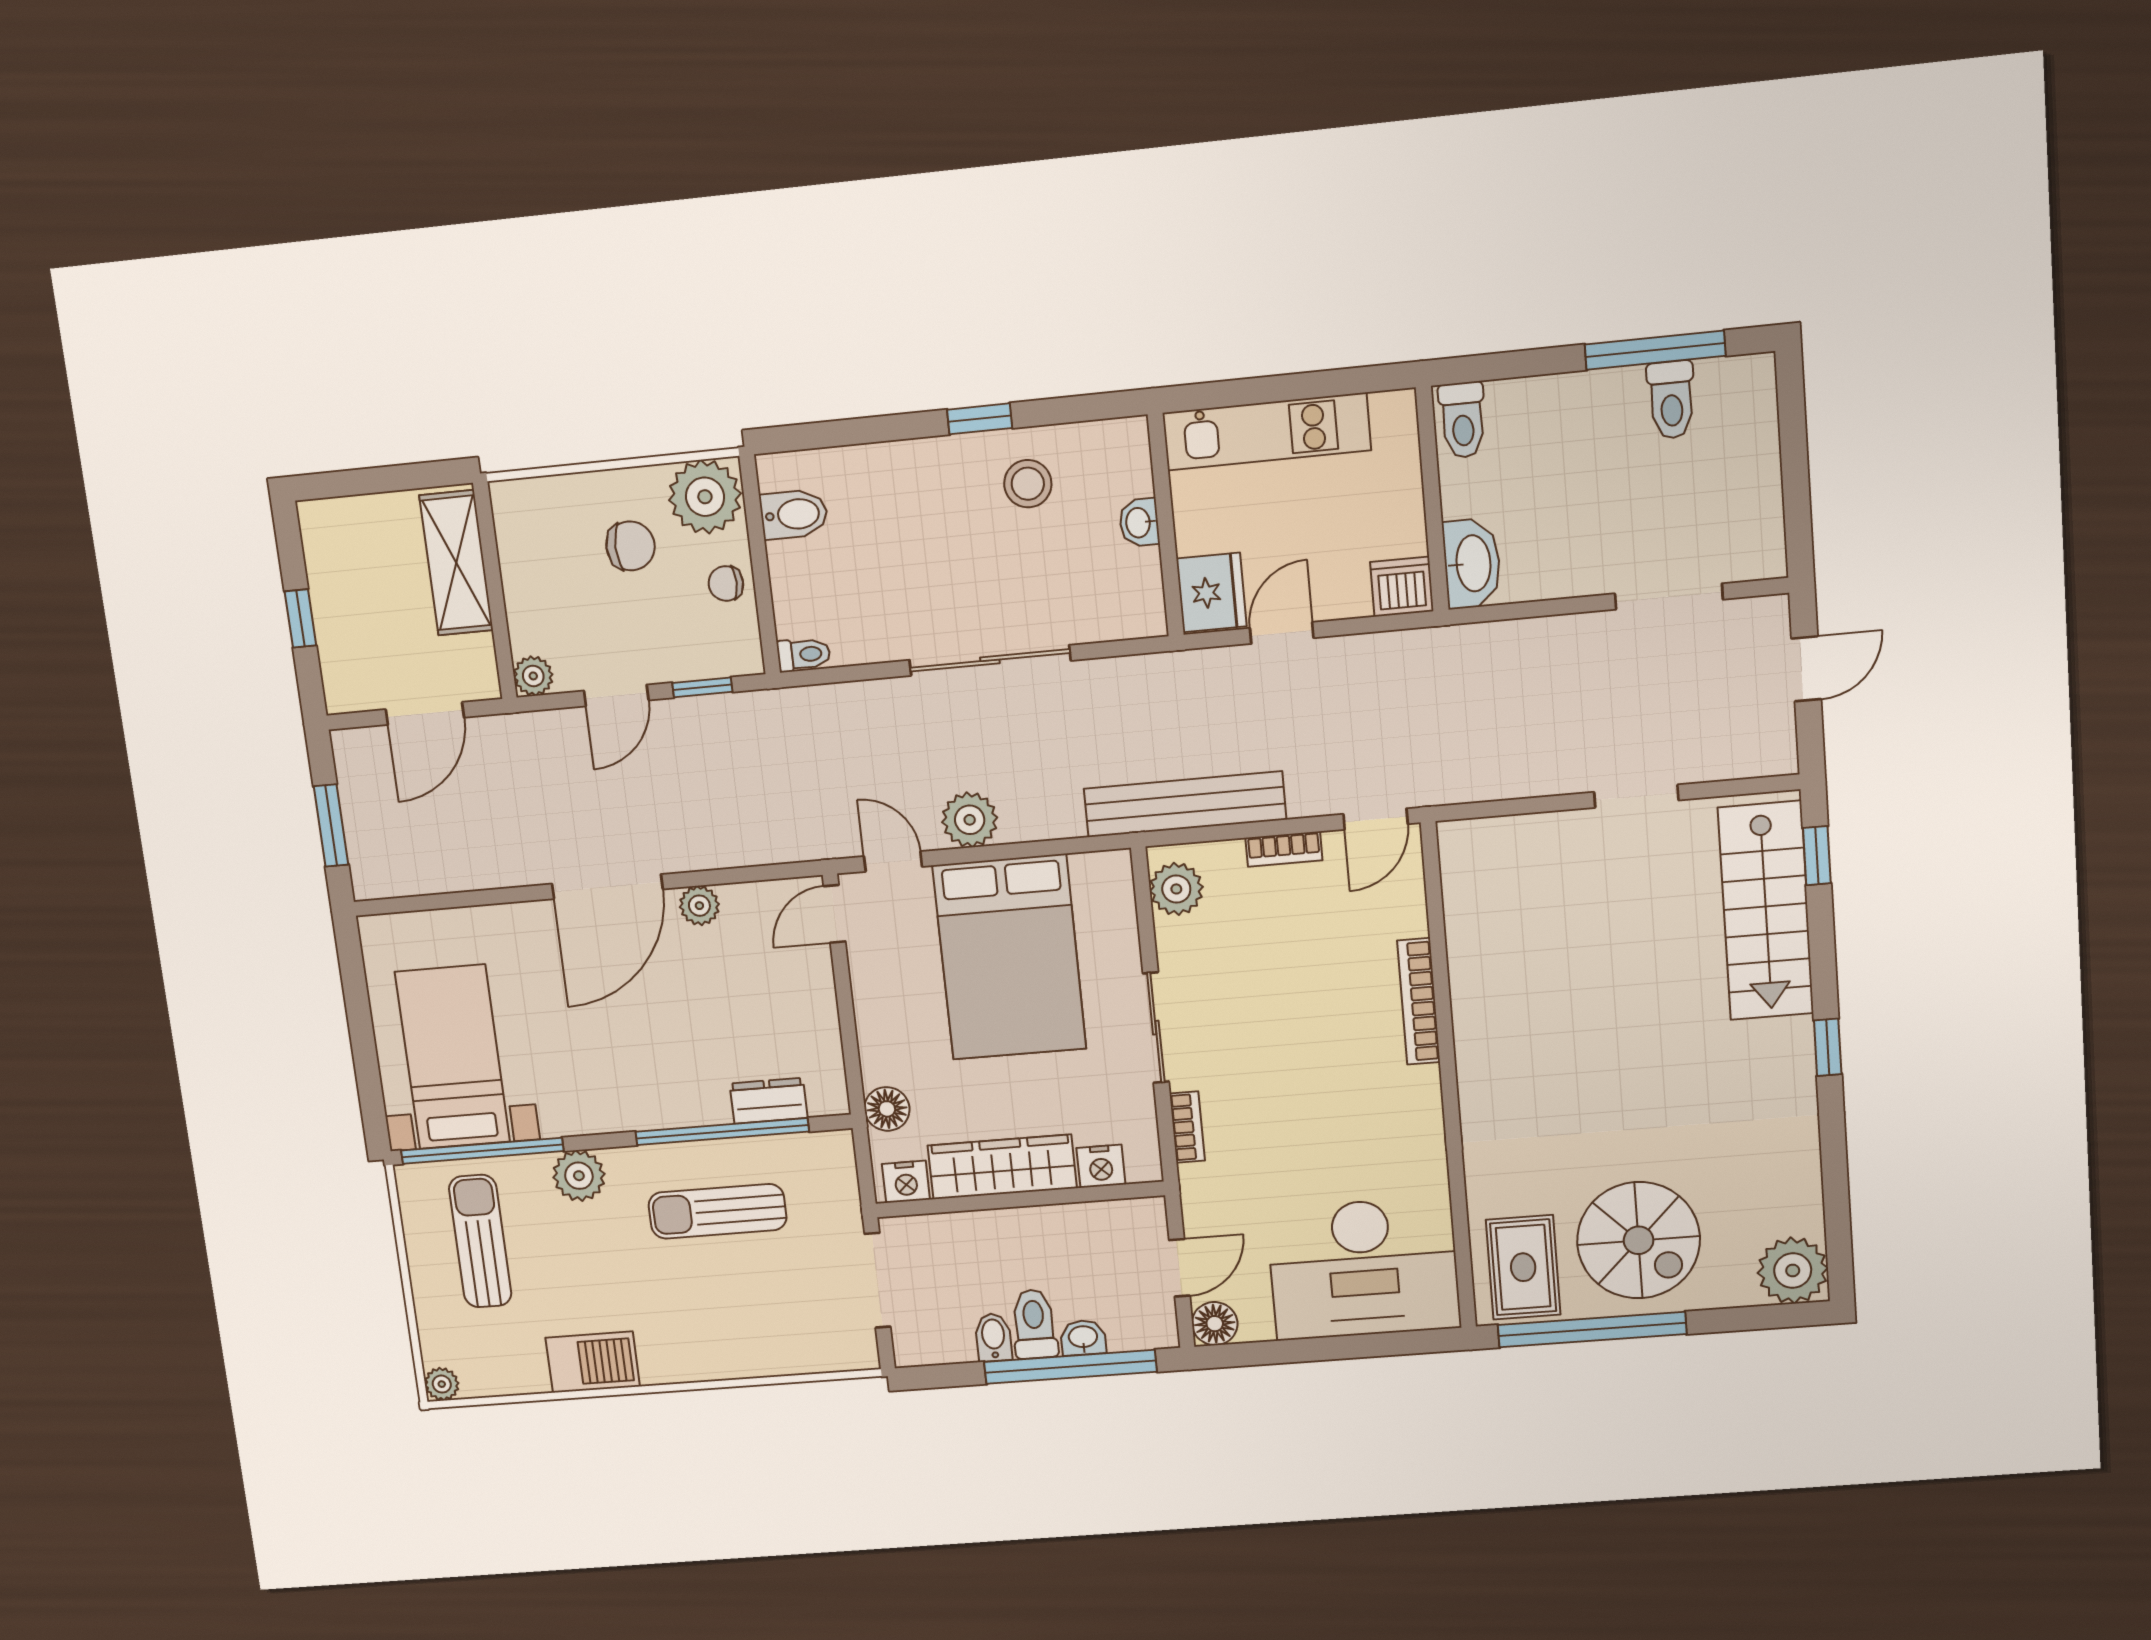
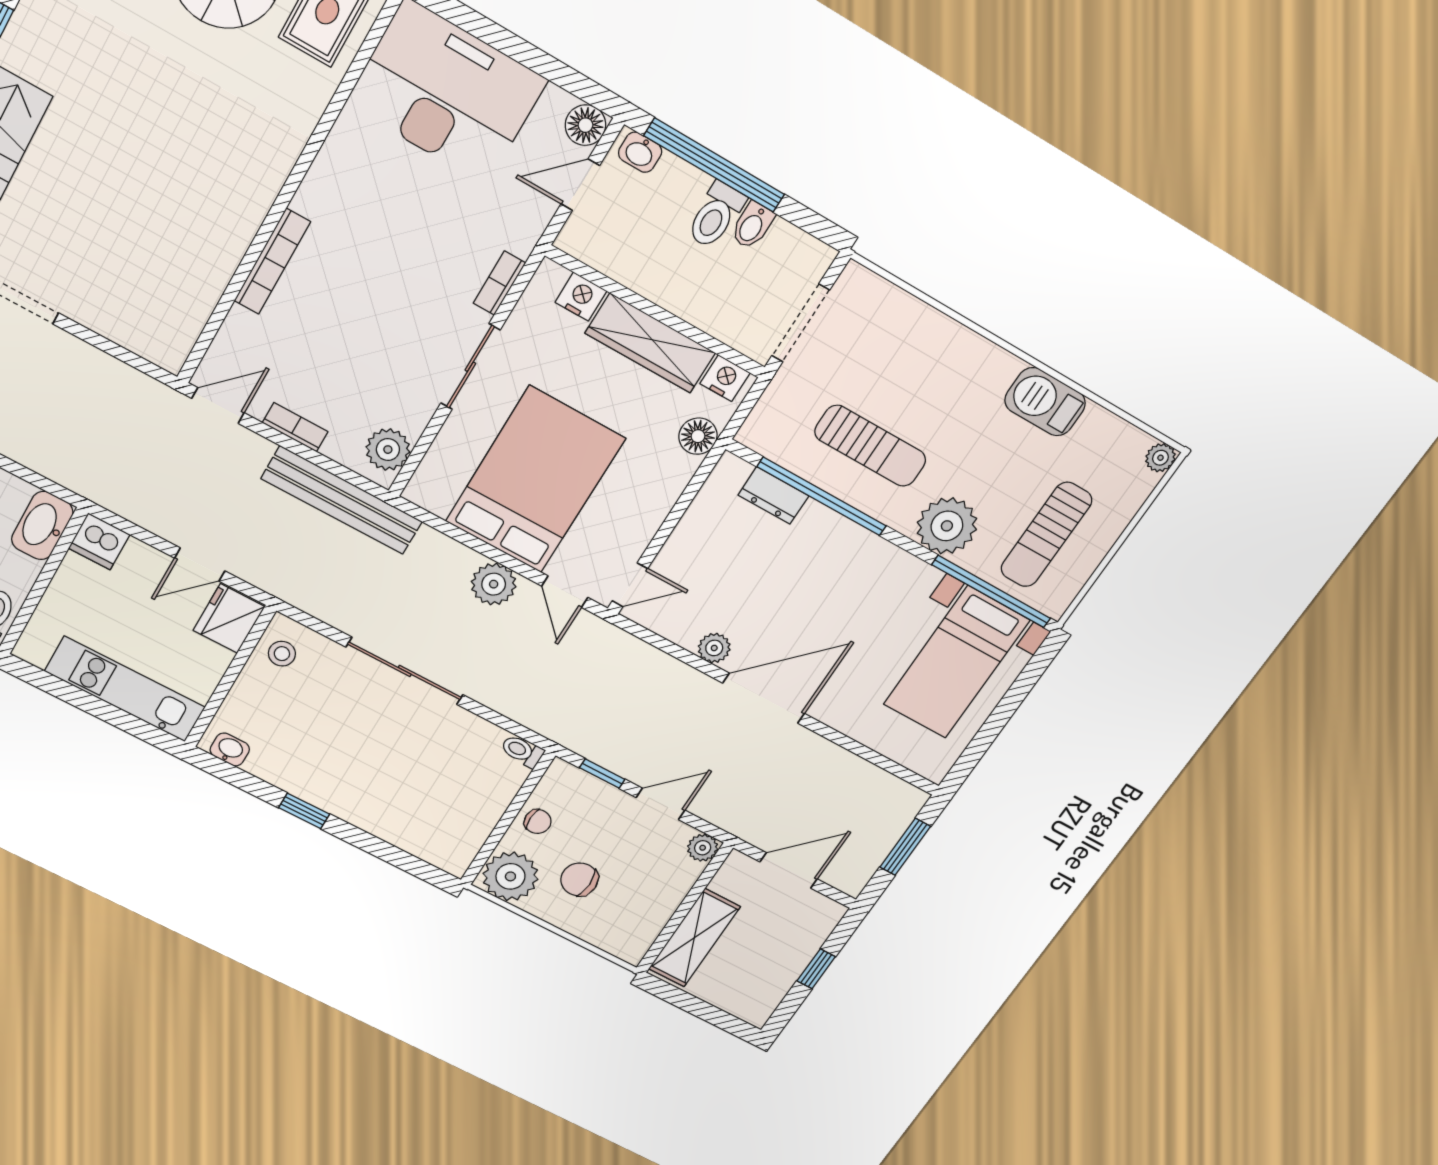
stool: (1028, 484) -> (282, 654), moved, width x0.73, depth x0.73
bidet: (794, 514) -> (463, 832), removed
washbasin: (1139, 523) -> (230, 749), moved, turned -90
plant: (579, 1176) -> (947, 526), width x1.36, depth x1.36
washbasin: (1083, 1338) -> (640, 152), moved

